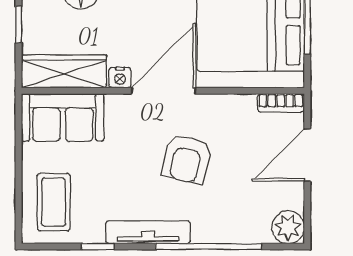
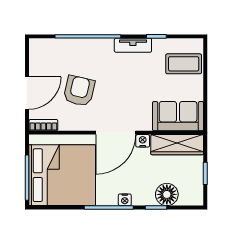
armchair: (187, 159) -> (79, 91), moved
coffee table: (54, 202) -> (184, 64), turned 90
plant: (288, 227) -> (39, 48), removed
tv unit: (148, 232) -> (133, 45), width x0.71

